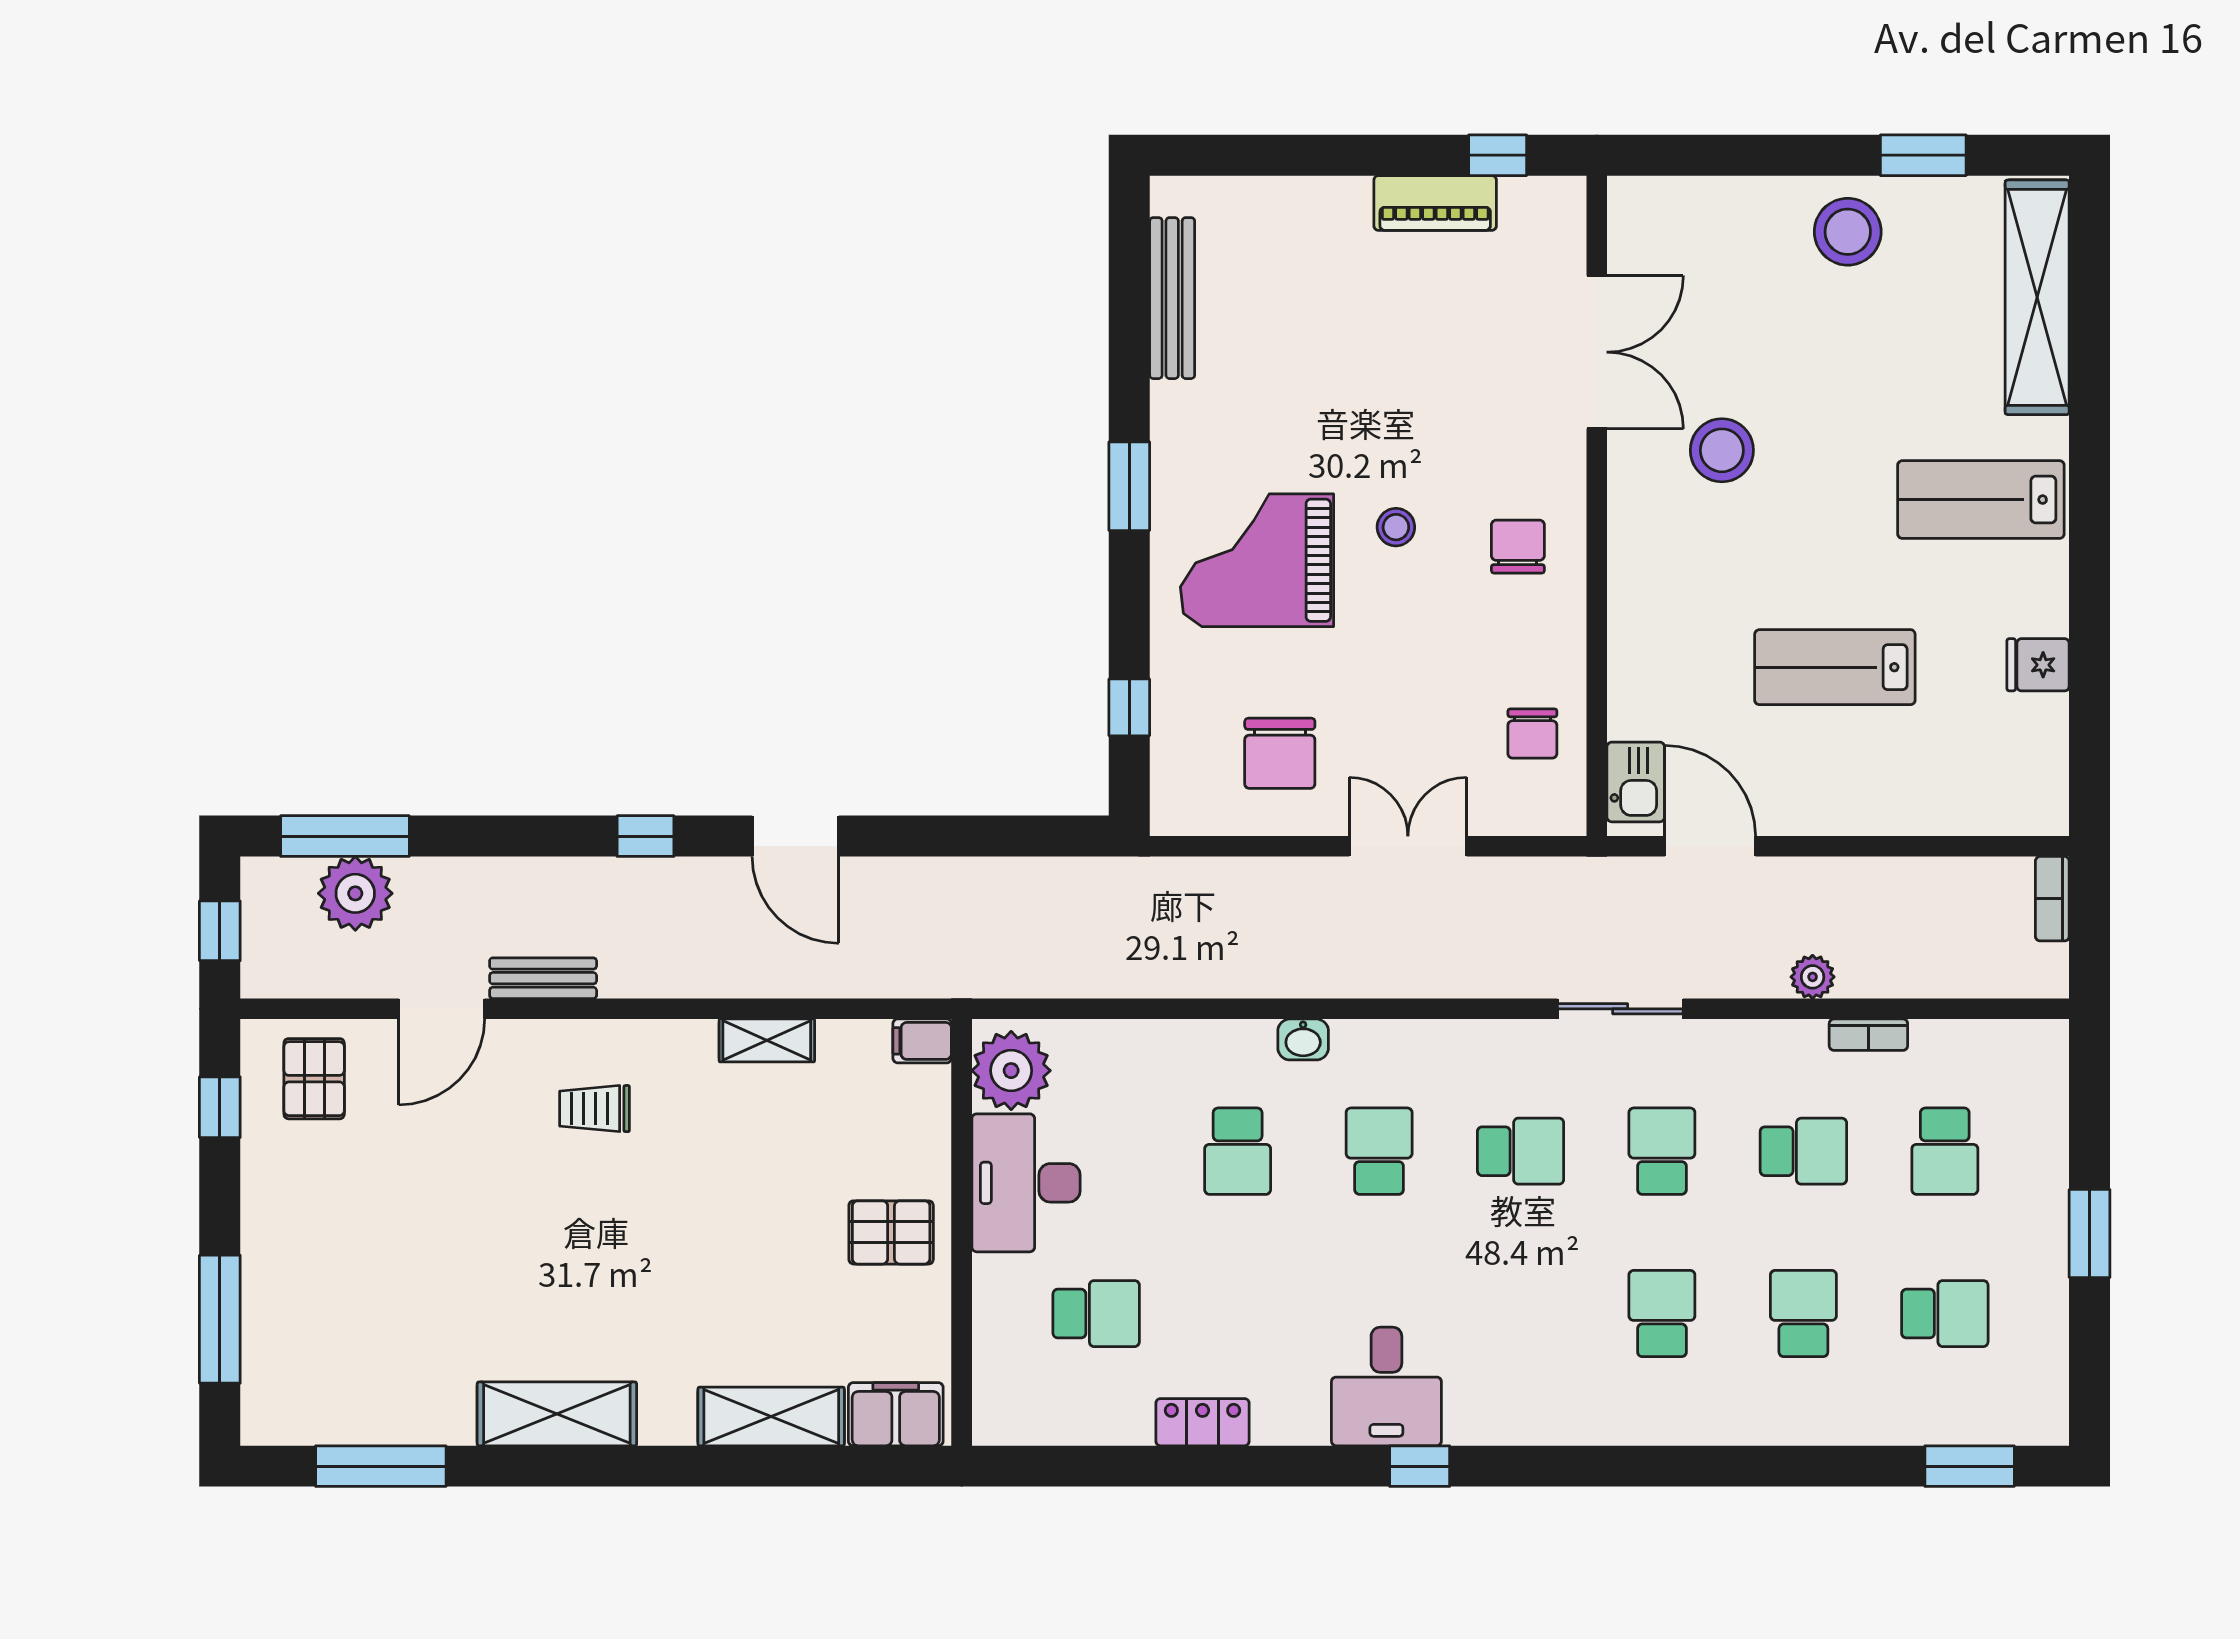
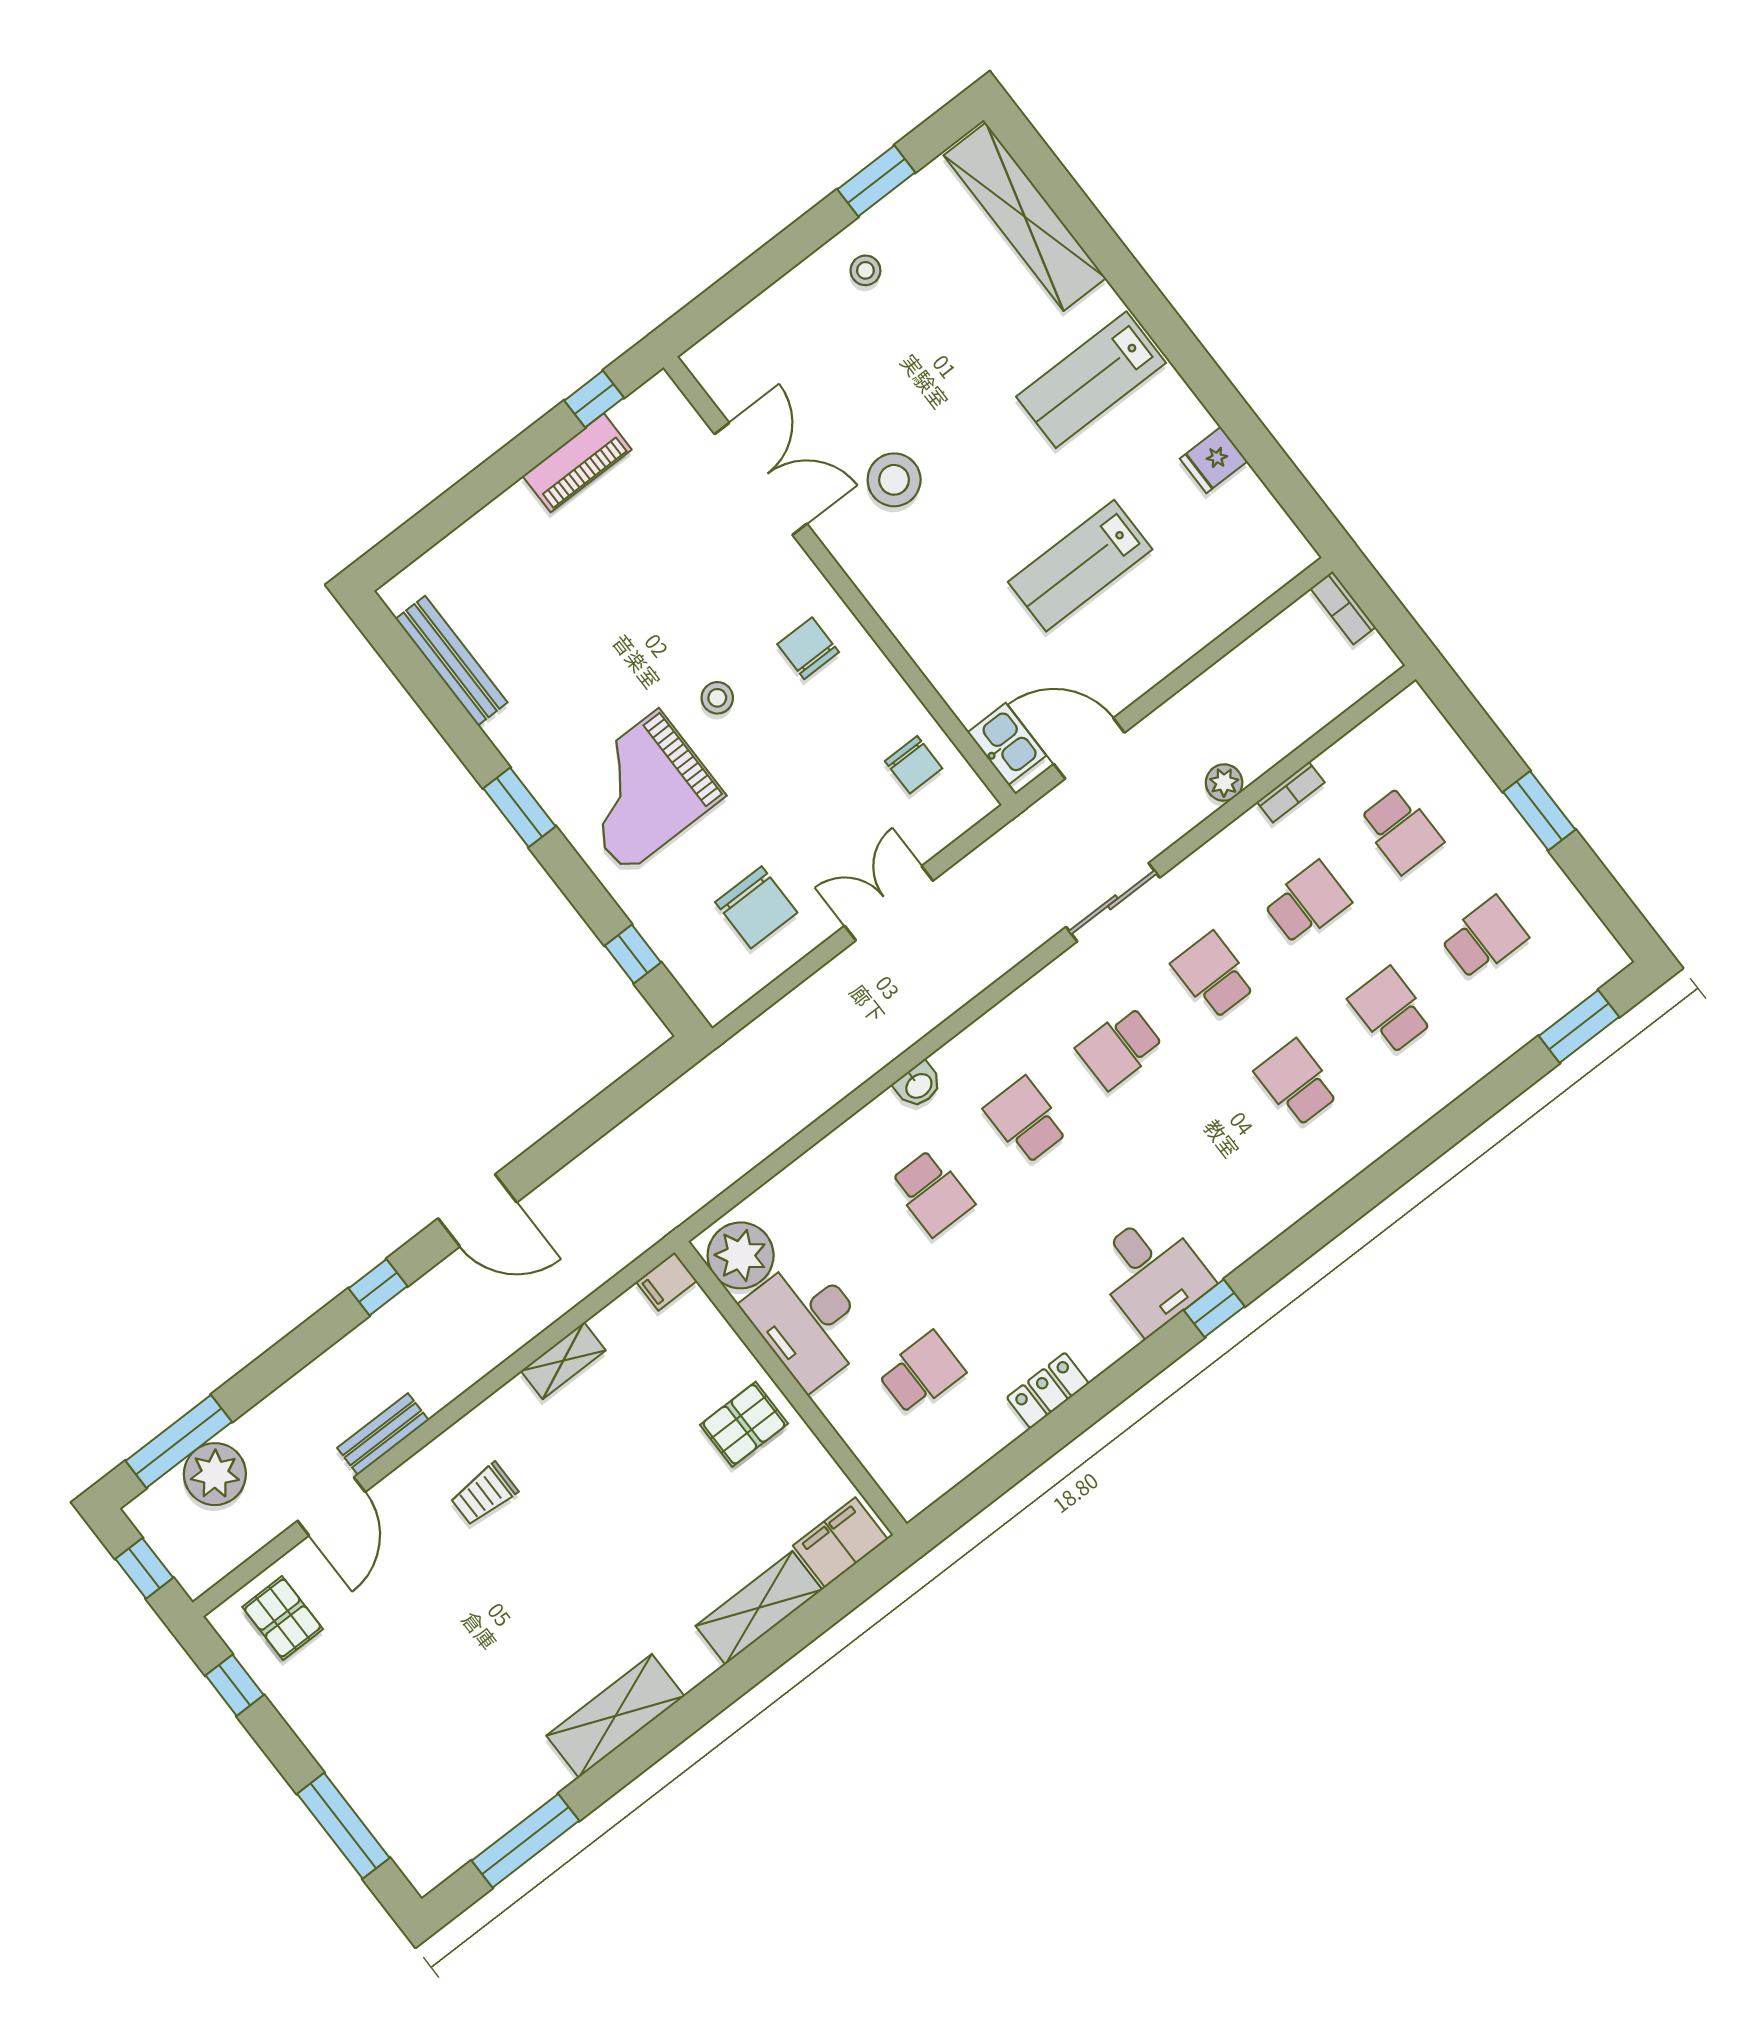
stool: (1848, 232) -> (865, 270), width x0.53, depth x0.53
school desk: (1521, 1151) -> (1120, 1048), turned 180

